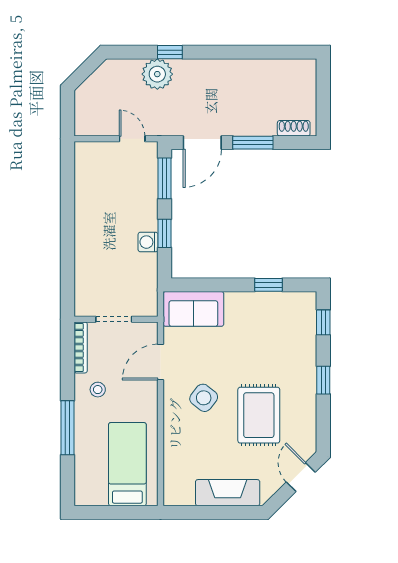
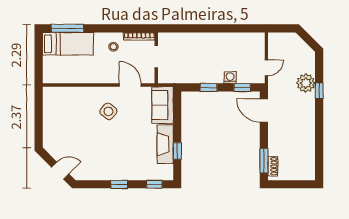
window: (253, 143) -> (264, 161), moved
window: (164, 178) -> (242, 87), width x0.67
washing machine: (148, 242) -> (230, 77), moved
rug: (259, 415) -> (98, 145), removed
window: (67, 428) -> (67, 28), moved
bed: (127, 464) -> (68, 44), moved
fireplace: (228, 493) -> (165, 144), moved, turned 180

